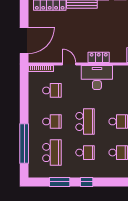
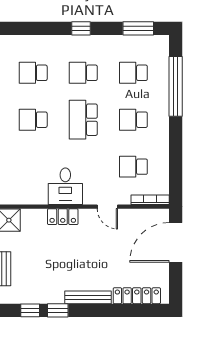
desk: (97, 77) -> (65, 186), width x0.73
school desk: (52, 153) -> (133, 73), width x0.54
window: (60, 182) -> (138, 28), moved

